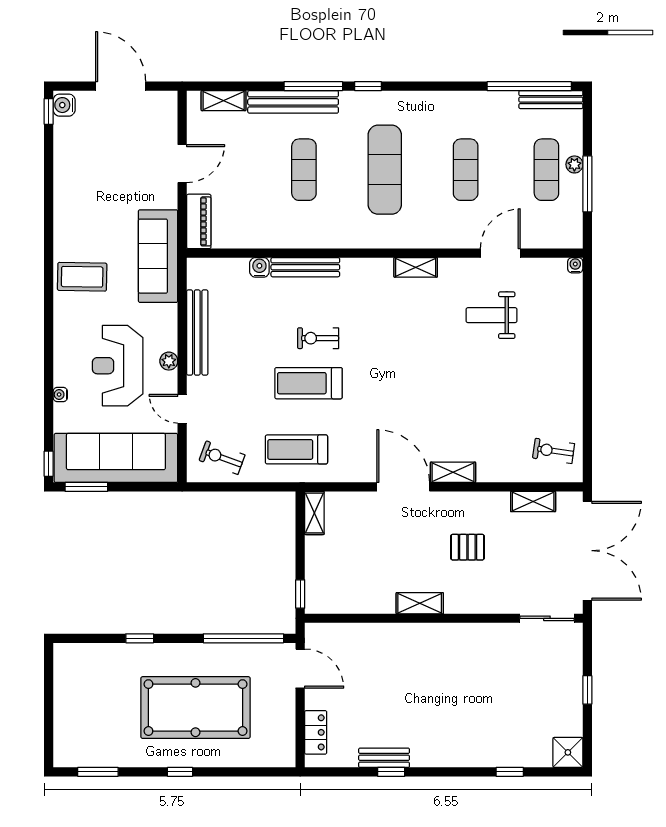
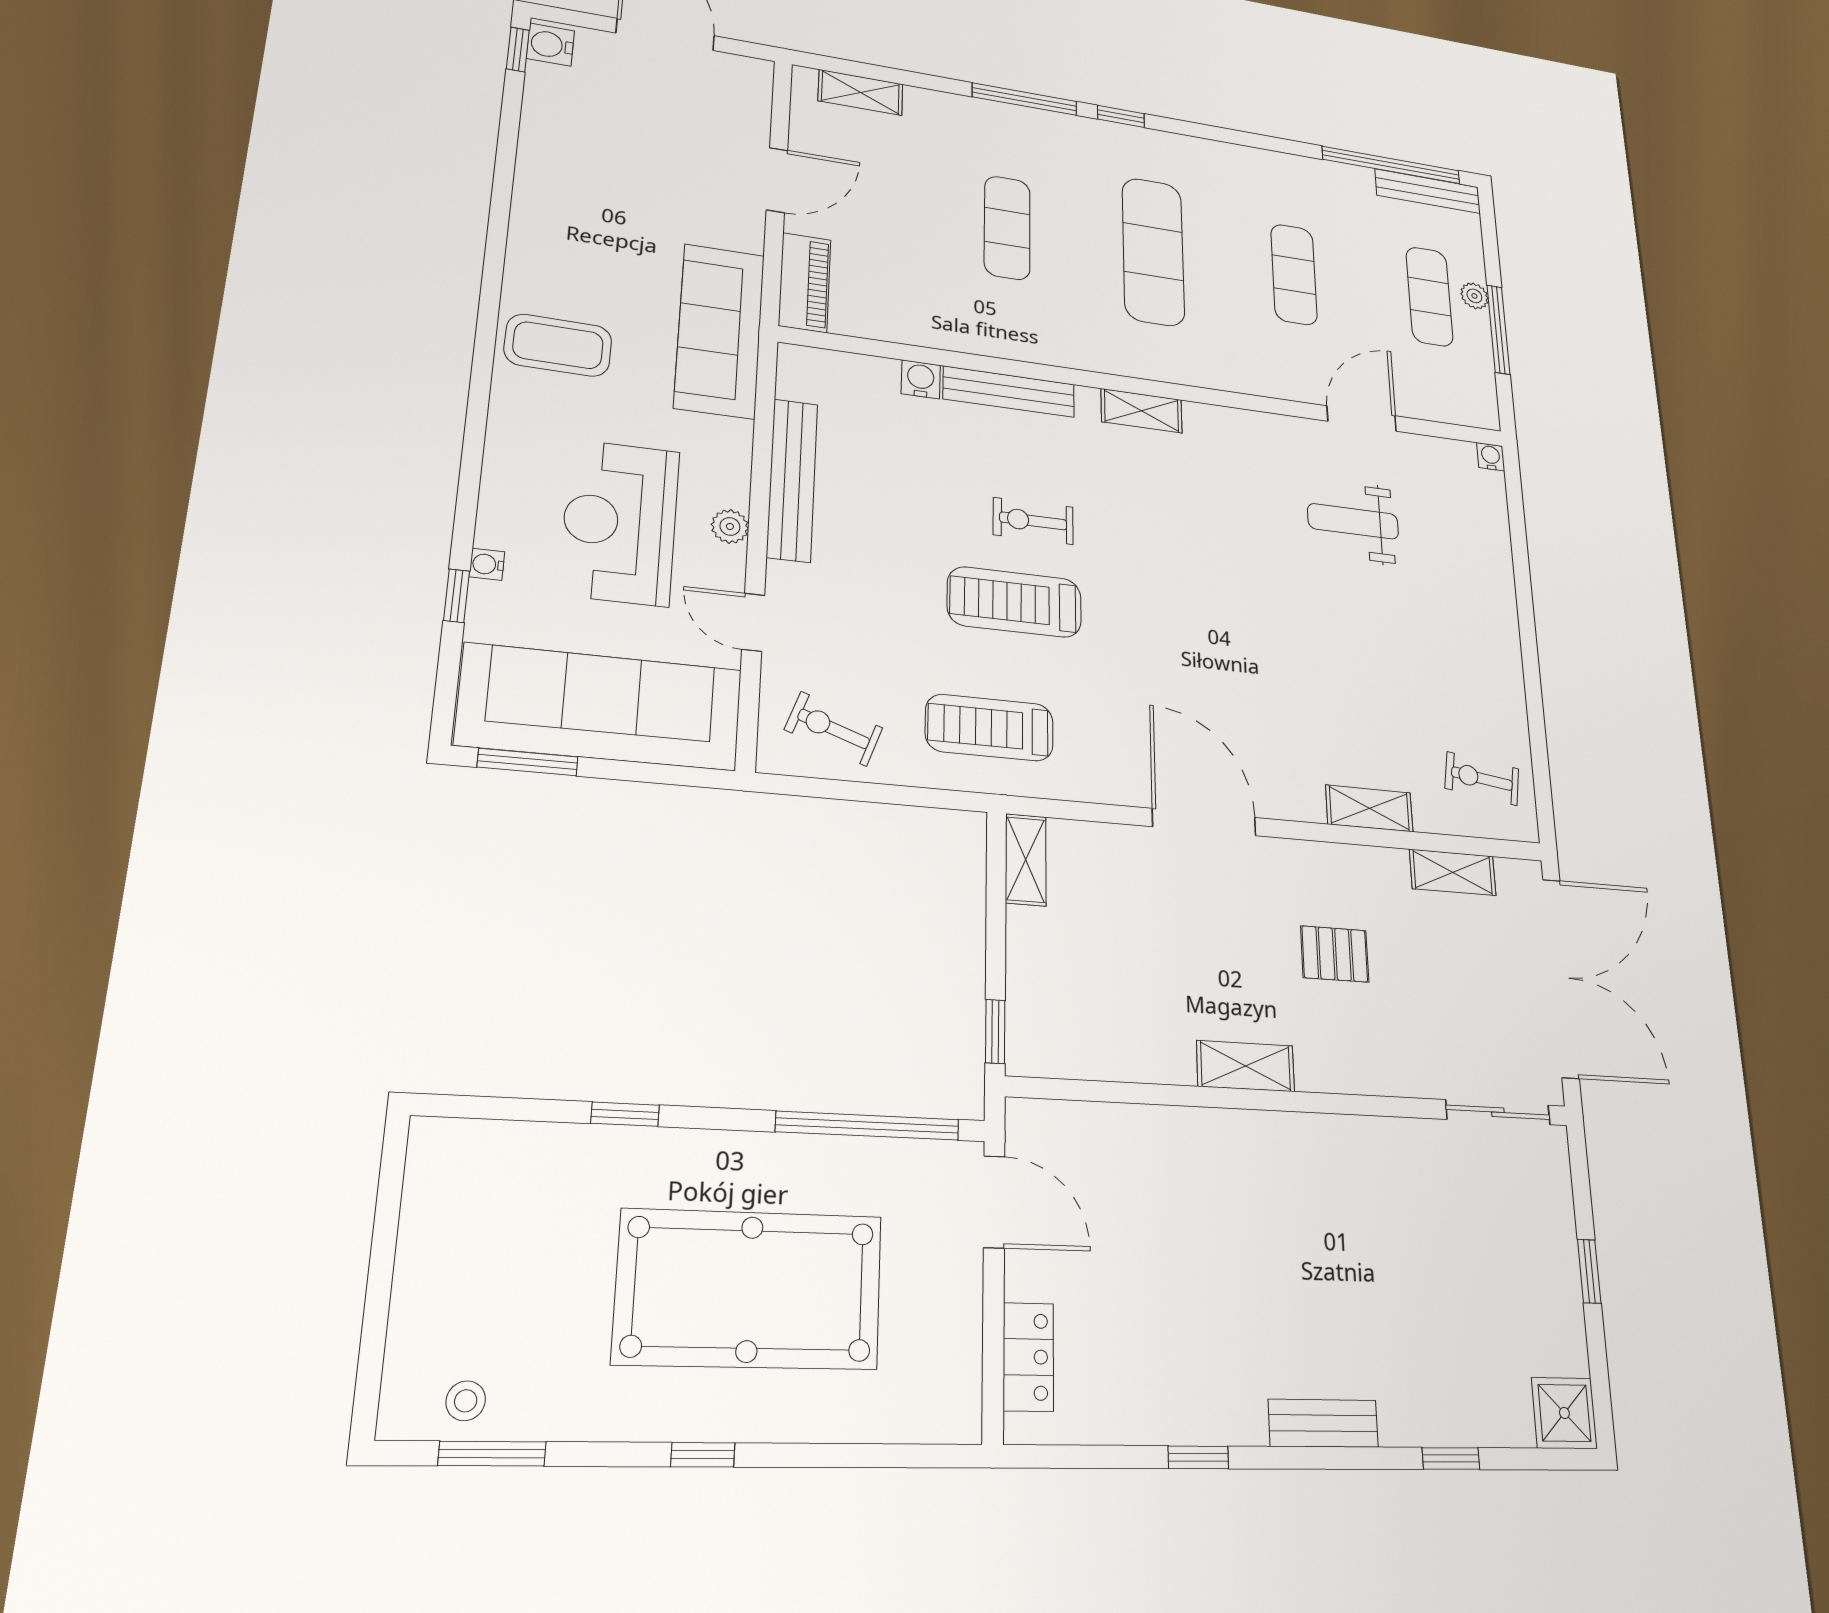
bench: (293, 102) -> (988, 117), removed
shelving: (416, 267) -> (1142, 411), moved
window: (49, 464) -> (457, 596), moved
shelving: (453, 472) -> (1369, 808), moved
stool: (86, 753) -> (466, 1401), added
bench: (384, 758) -> (1323, 1423), moved

